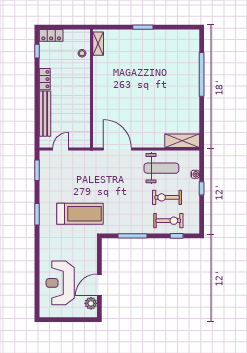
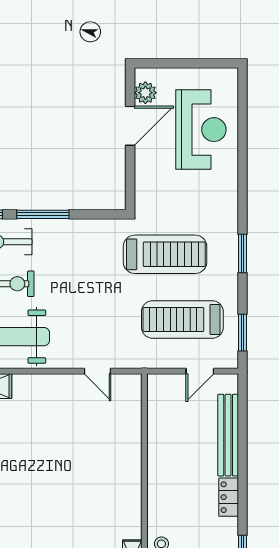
door: (117, 149) -> (98, 371), width x0.53
treadmill: (70, 178) -> (182, 319), added
treadmill: (80, 214) -> (165, 254), turned 180
window: (133, 236) -> (43, 214), moved

